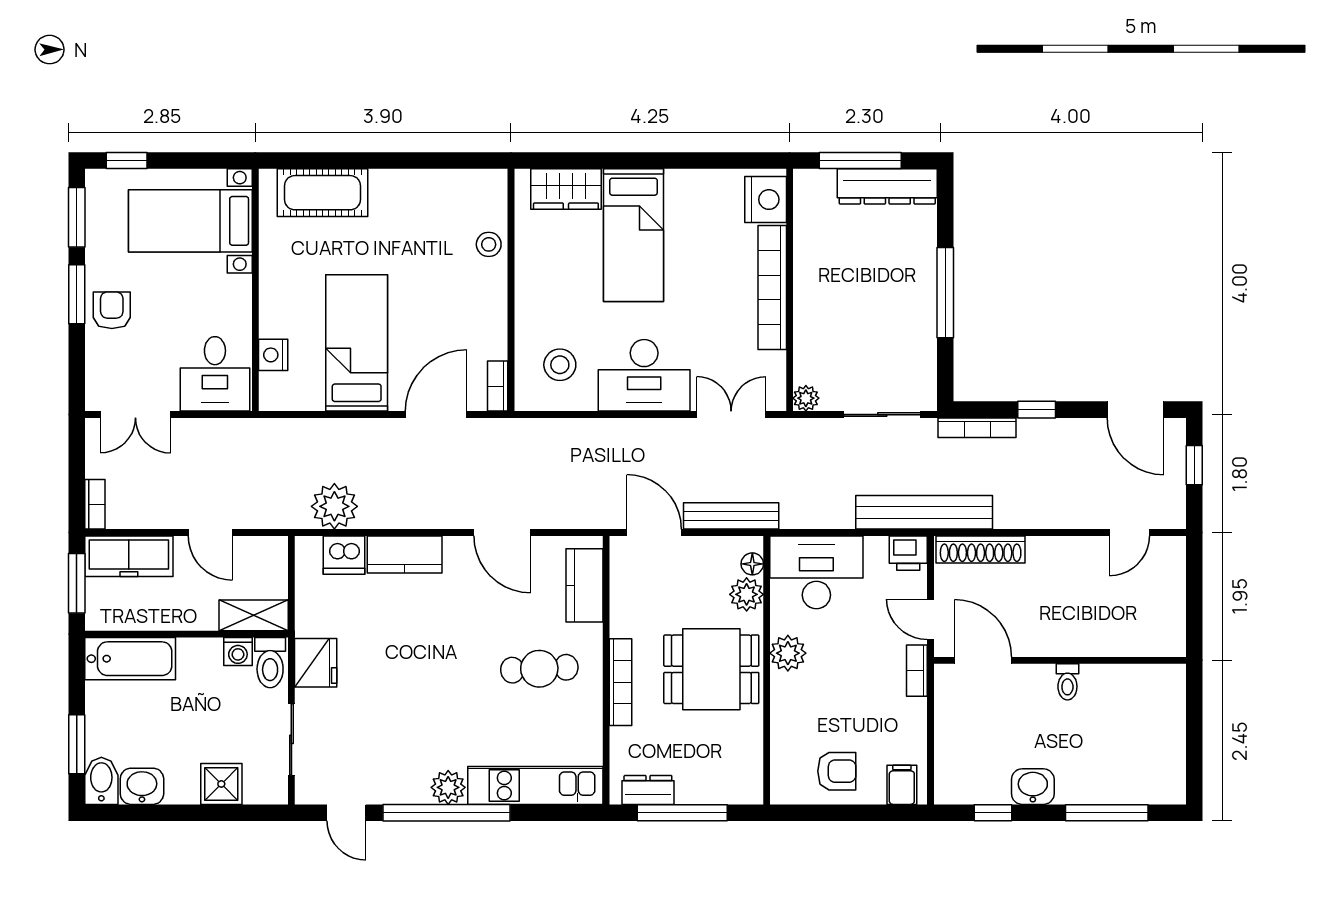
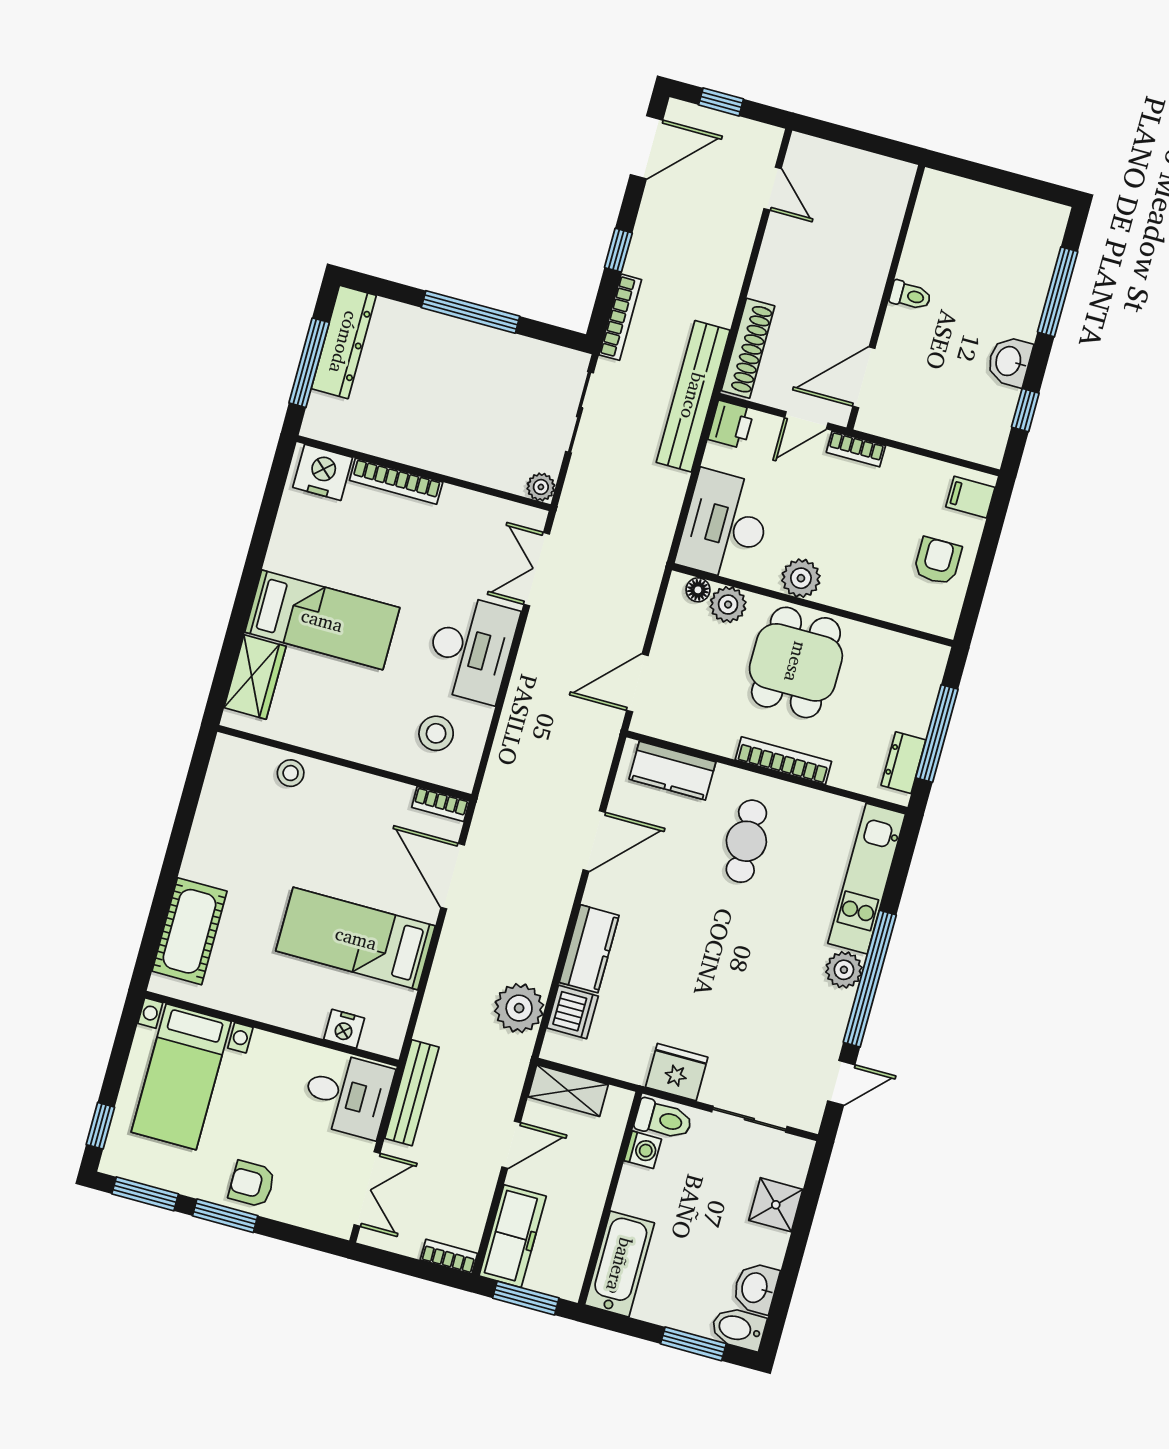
bookcase: (772, 287) -> (396, 481), width x0.68, depth x0.76
bench: (731, 516) -> (412, 1093), moved
shelving: (254, 615) -> (568, 1091), moved, turned 90

